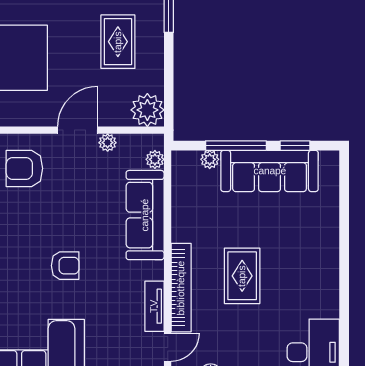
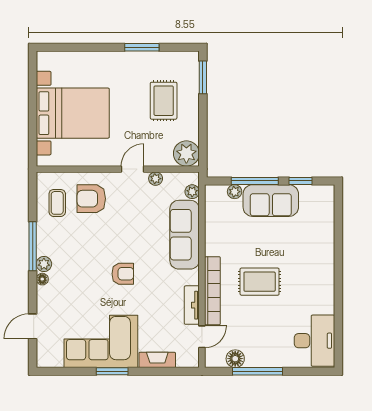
door: (78, 130) -> (132, 169), width x0.73
sofa: (270, 171) -> (271, 201), width x0.73
rug: (242, 276) -> (260, 282), turned 90

